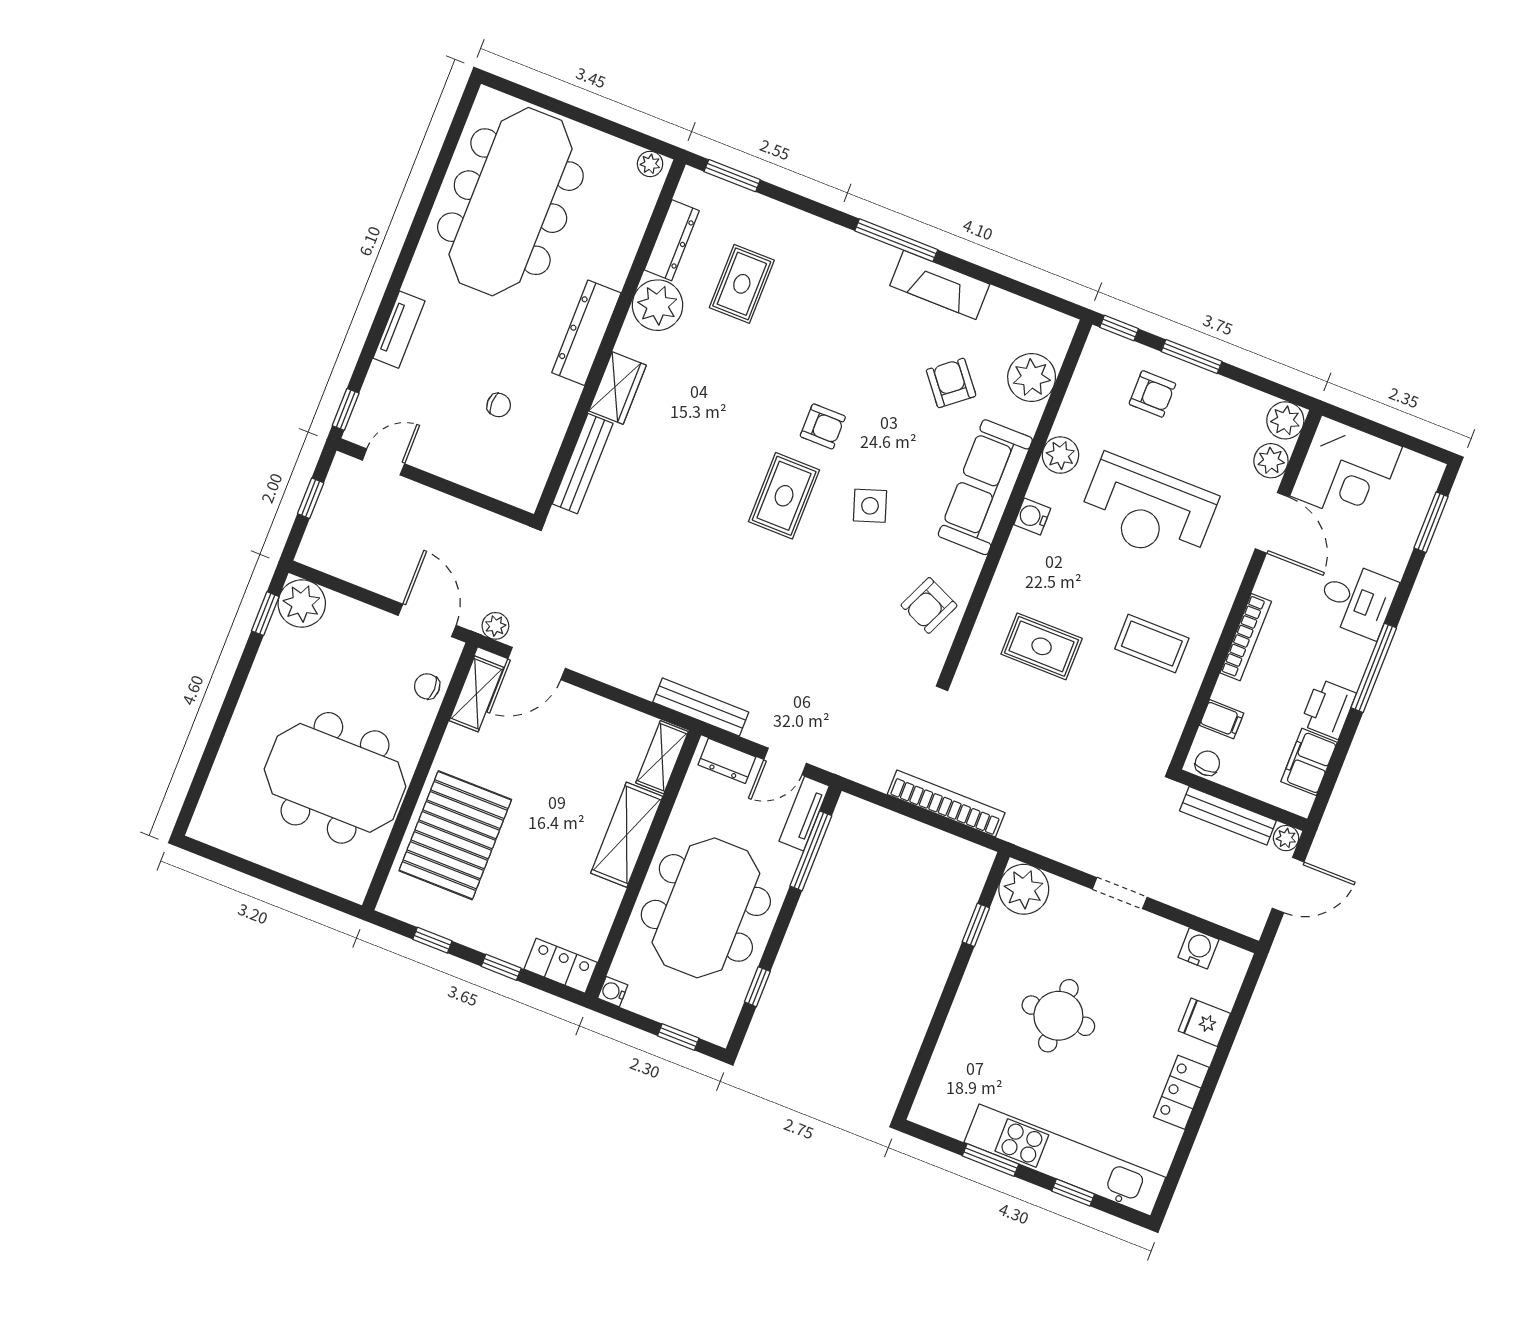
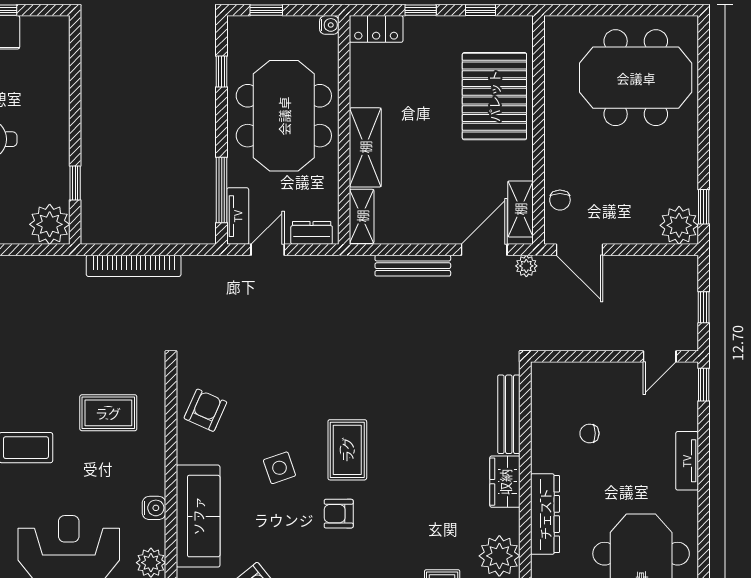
chair: (427, 686) -> (560, 200), turned 90
bench: (701, 707) -> (413, 266), moved
meeting table: (335, 778) -> (636, 78), moved

